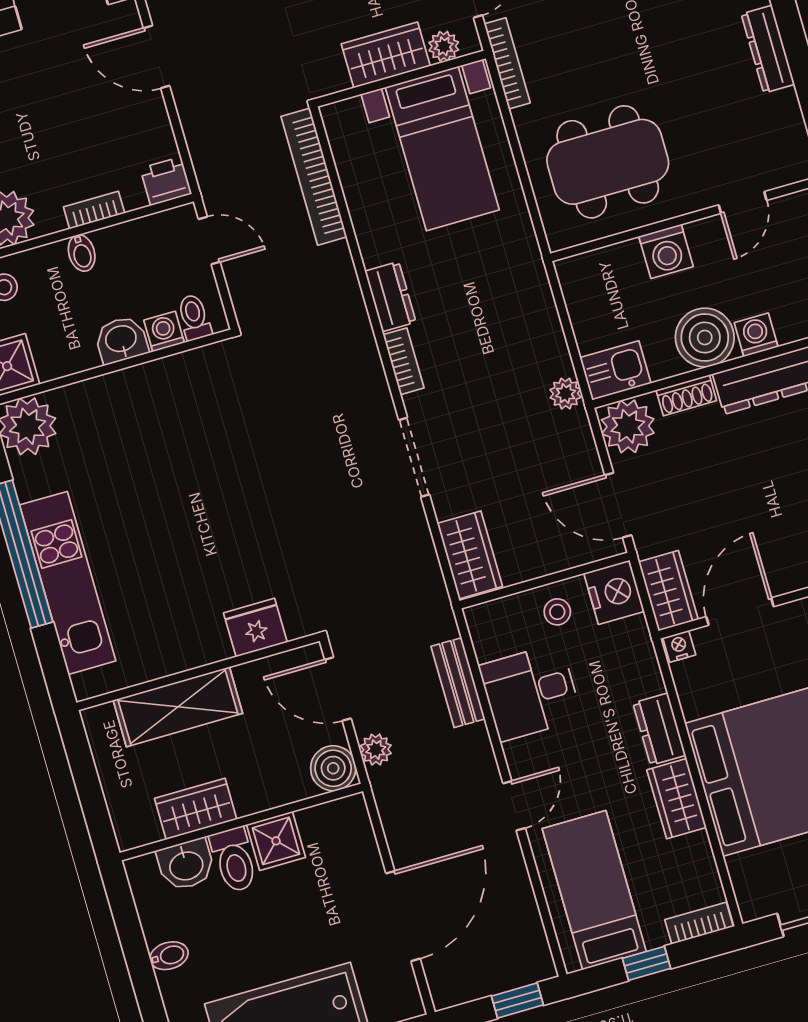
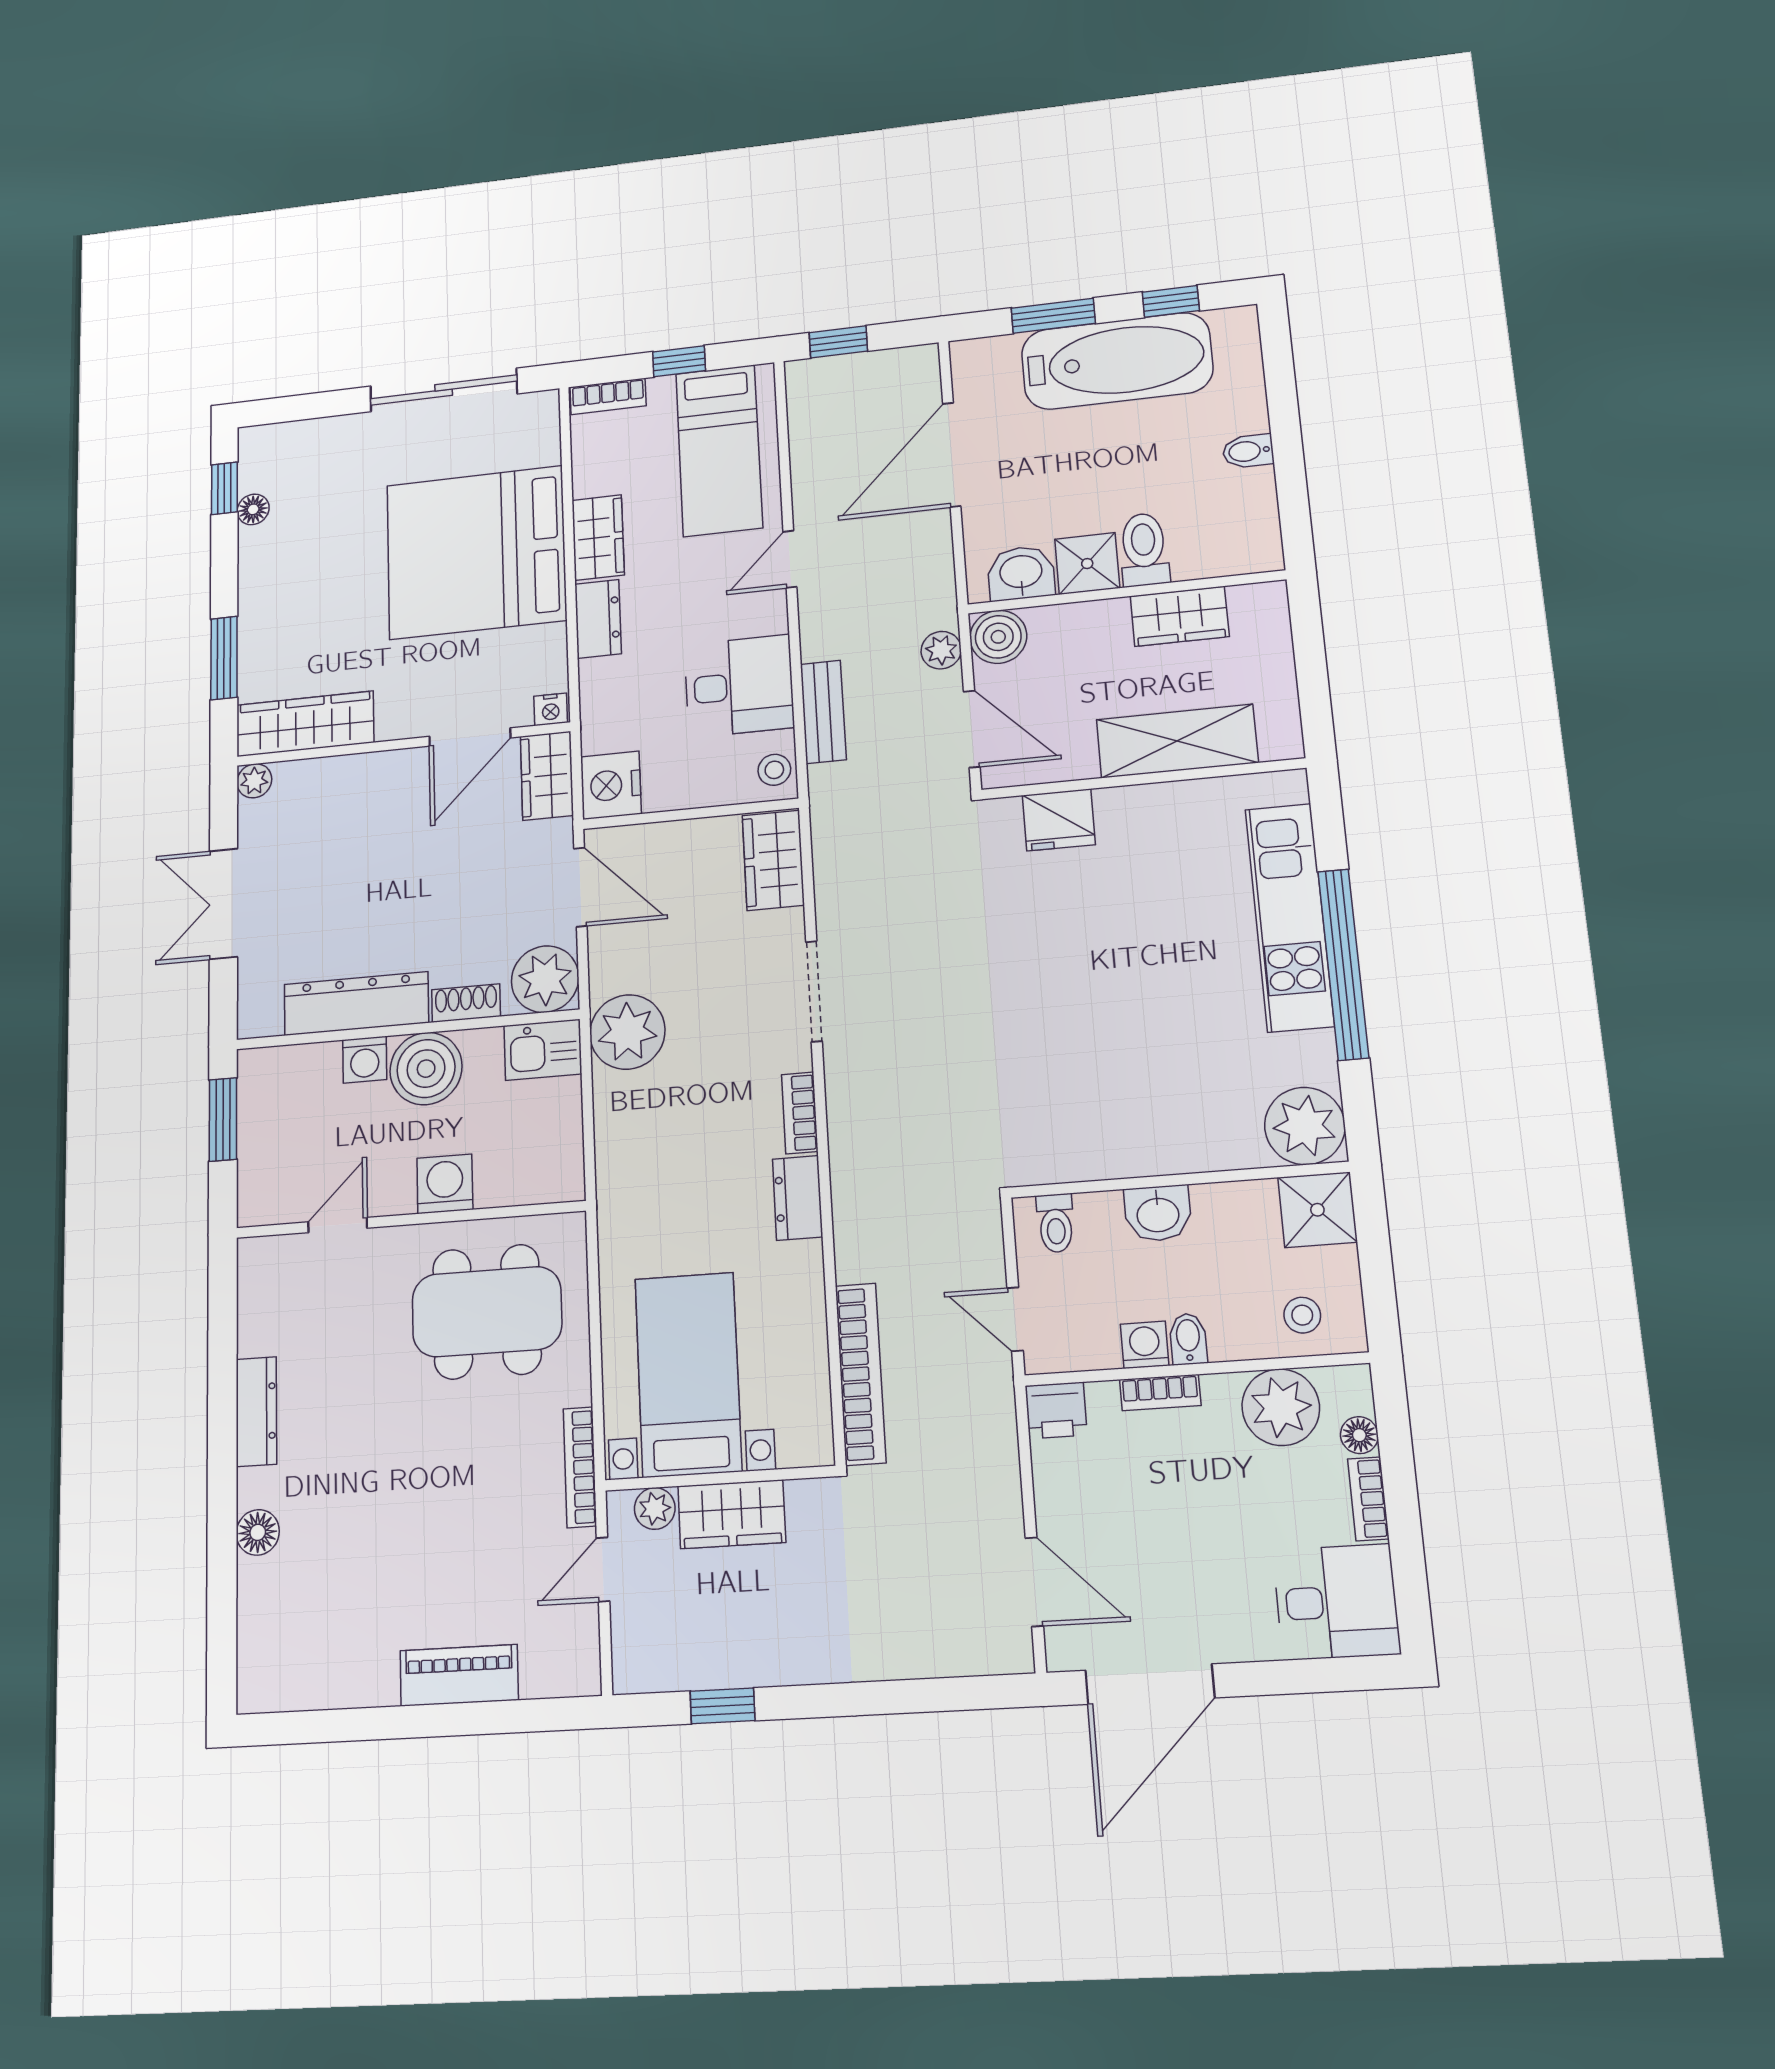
washing machine: (164, 332) -> (1145, 1345), moved, turned 180
plant: (565, 394) -> (627, 1032), width x1.87, depth x1.87
stool: (557, 612) -> (774, 770), moved
washbasin: (186, 865) -> (1021, 573), moved

